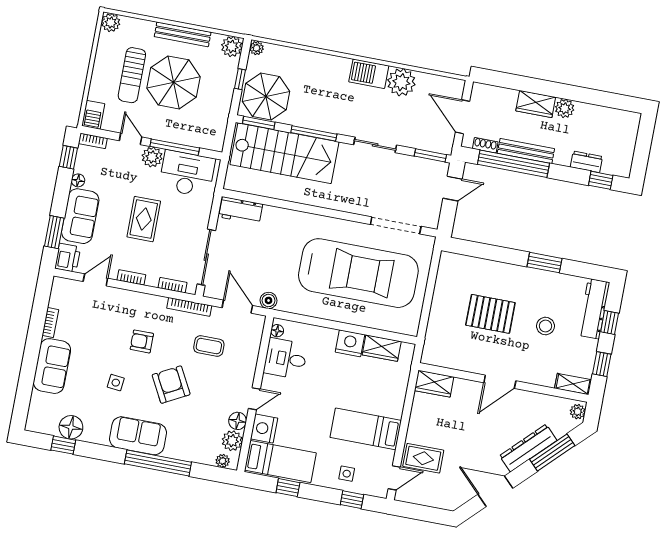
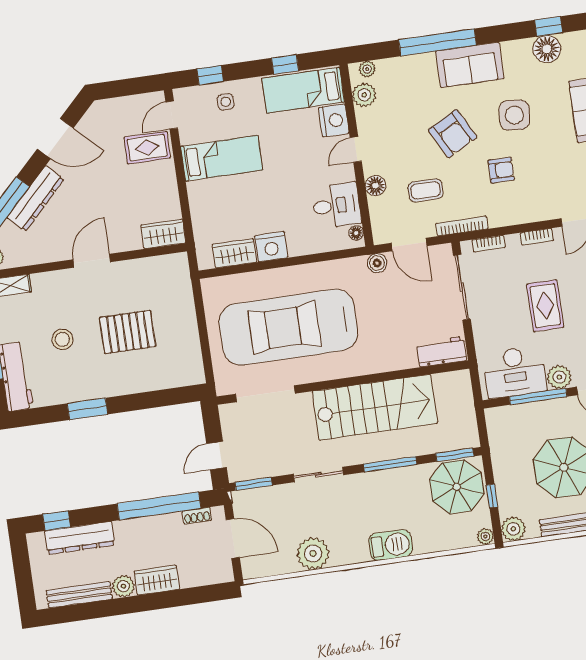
barbecue: (369, 74) -> (391, 545), moved
bench: (526, 151) -> (79, 595), moved
stairs: (284, 153) -> (375, 407), moved, turned 180
dresser: (586, 162) -> (80, 538), width x1.96, depth x1.24
side table: (116, 383) -> (514, 115), width x1.87, depth x1.87
floor lamp: (238, 421) -> (375, 186), moved

